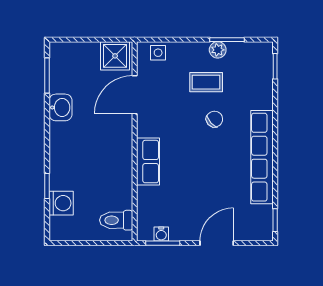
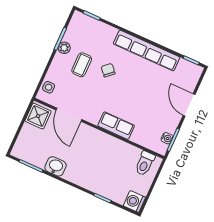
washing machine: (61, 203) -> (134, 202), moved, turned -90

